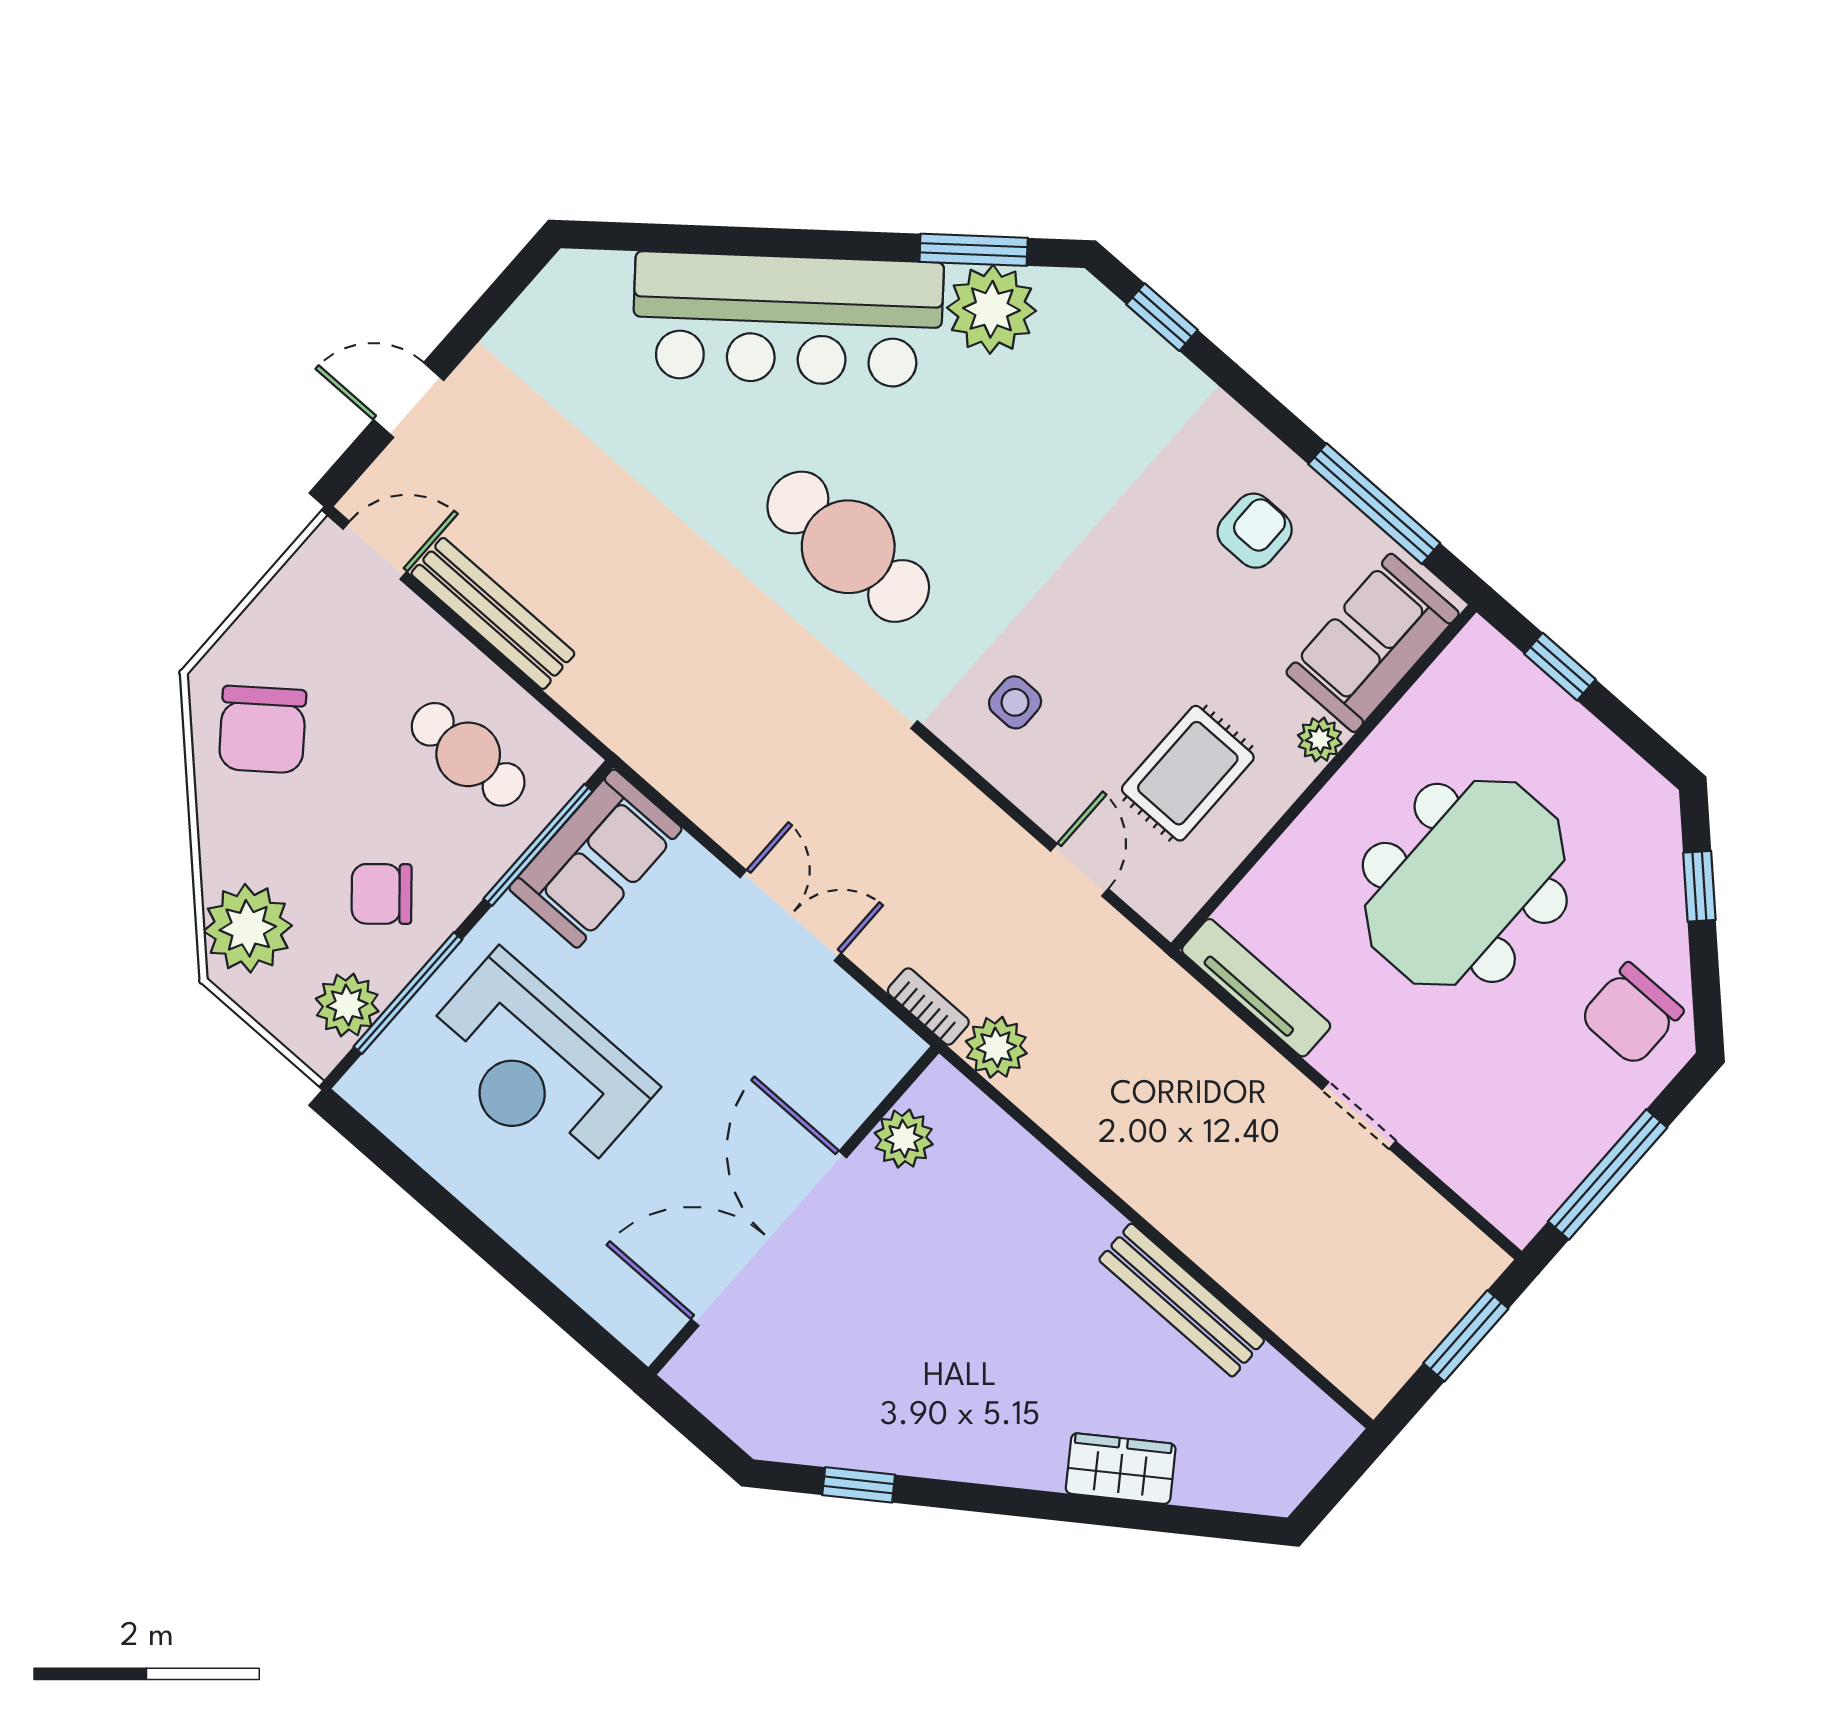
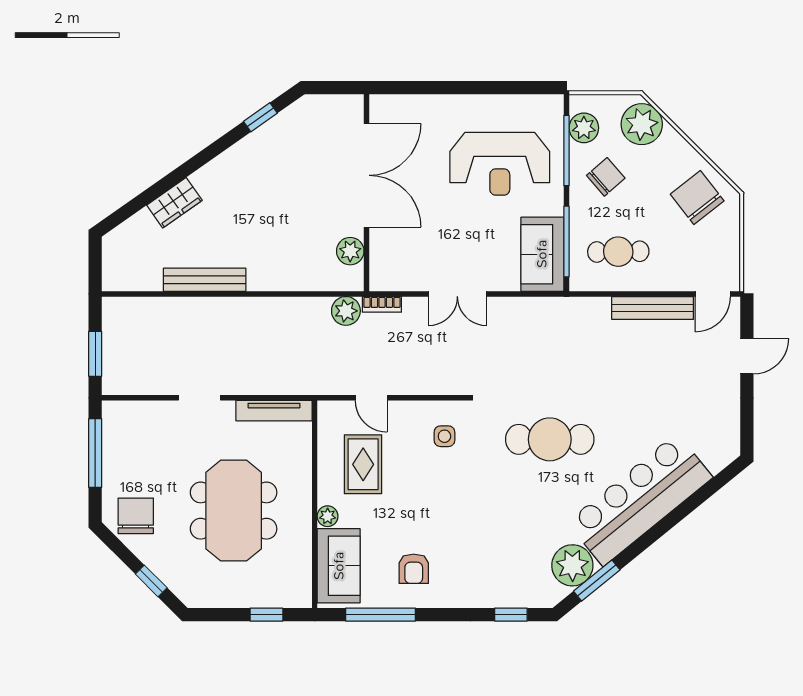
reception desk: (535, 1067) -> (500, 164), turned 180

